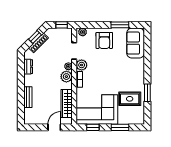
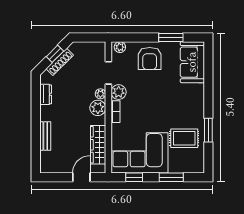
window: (62, 25) -> (91, 37), removed

